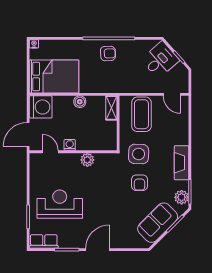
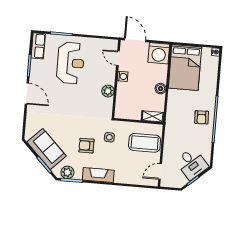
door: (50, 152) -> (118, 58), swing flipped
side table: (139, 154) -> (109, 137), width x0.54, depth x0.54
armchair: (140, 183) -> (86, 146), moved

